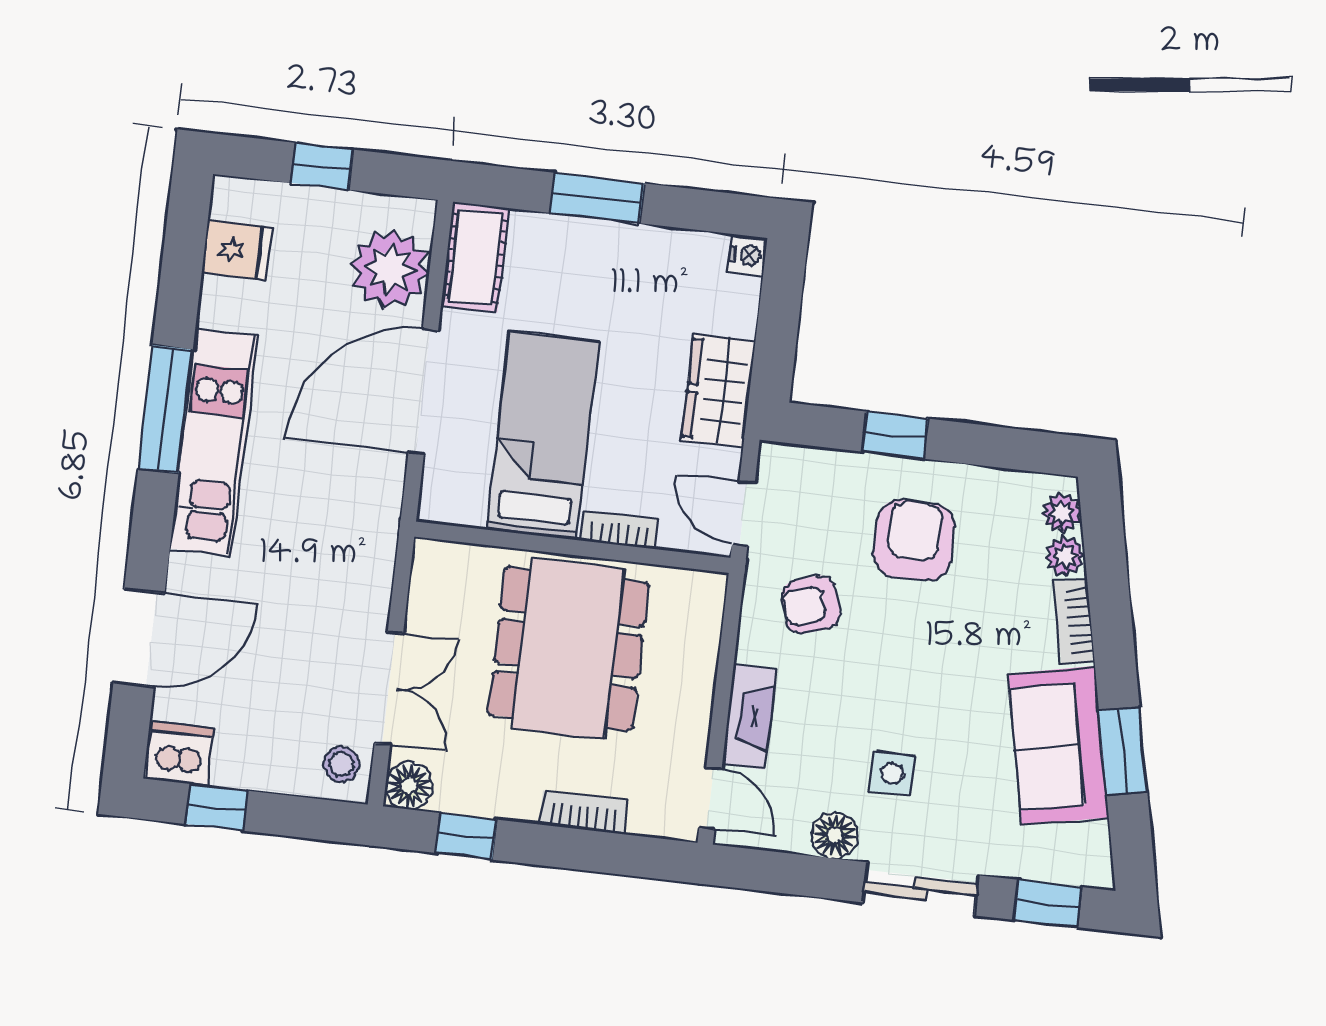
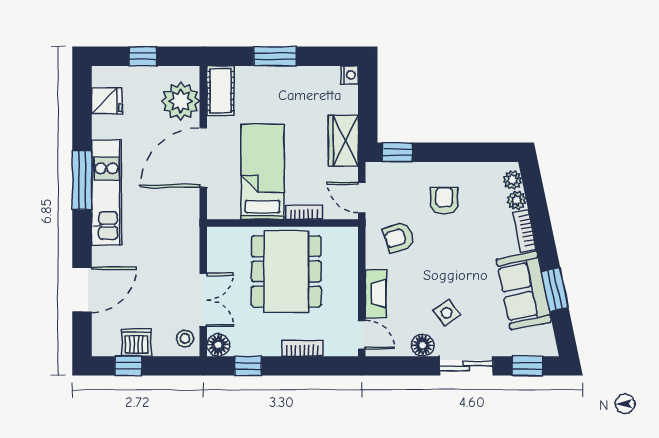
window: (895, 435) -> (397, 152), moved
armchair: (914, 540) -> (444, 201), width x0.72, depth x0.72
dishwasher: (180, 754) -> (136, 342), moved
side table: (892, 773) -> (447, 313), turned -37

